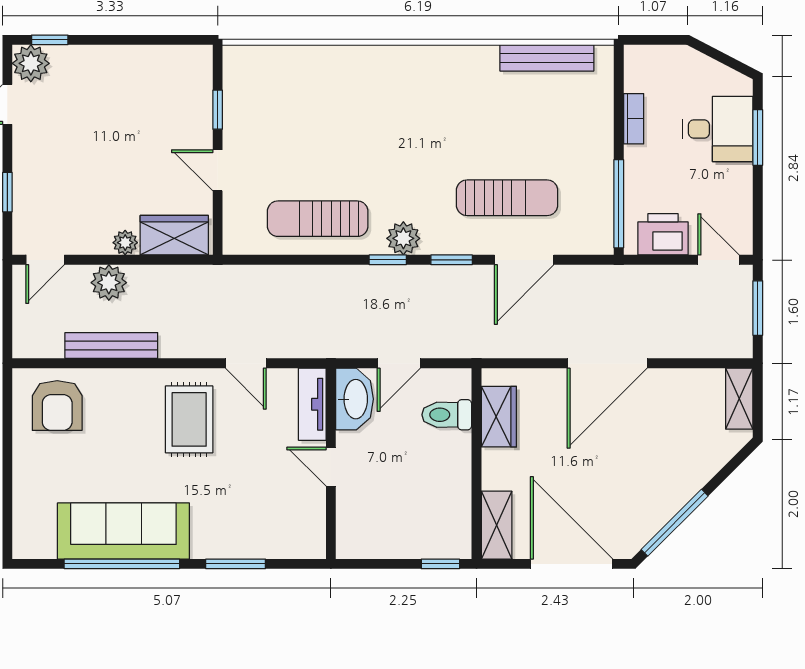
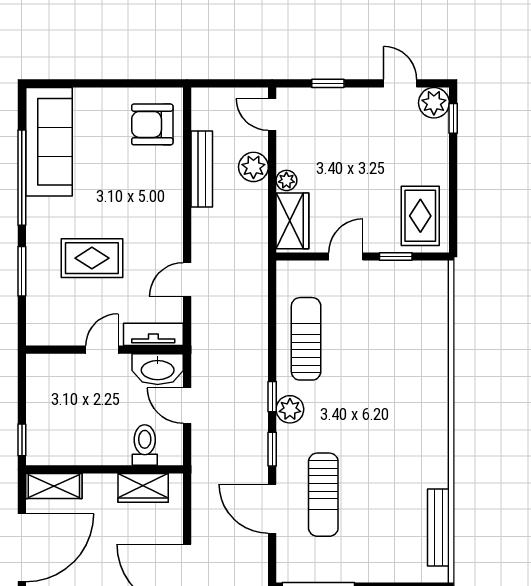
rug: (168, 80) -> (420, 216), added
rug: (189, 419) -> (92, 258), moved
sofa: (123, 531) -> (49, 142), moved

